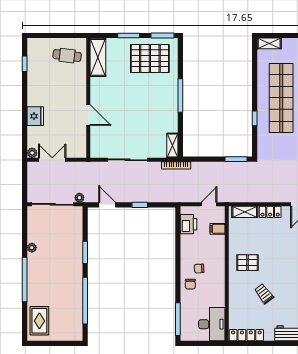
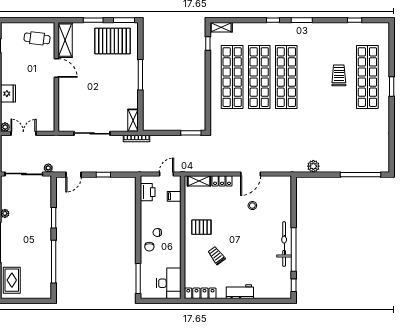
door: (88, 115) -> (56, 68), moved
window: (255, 118) -> (208, 44), moved
door: (107, 205) -> (74, 175), swing flipped

